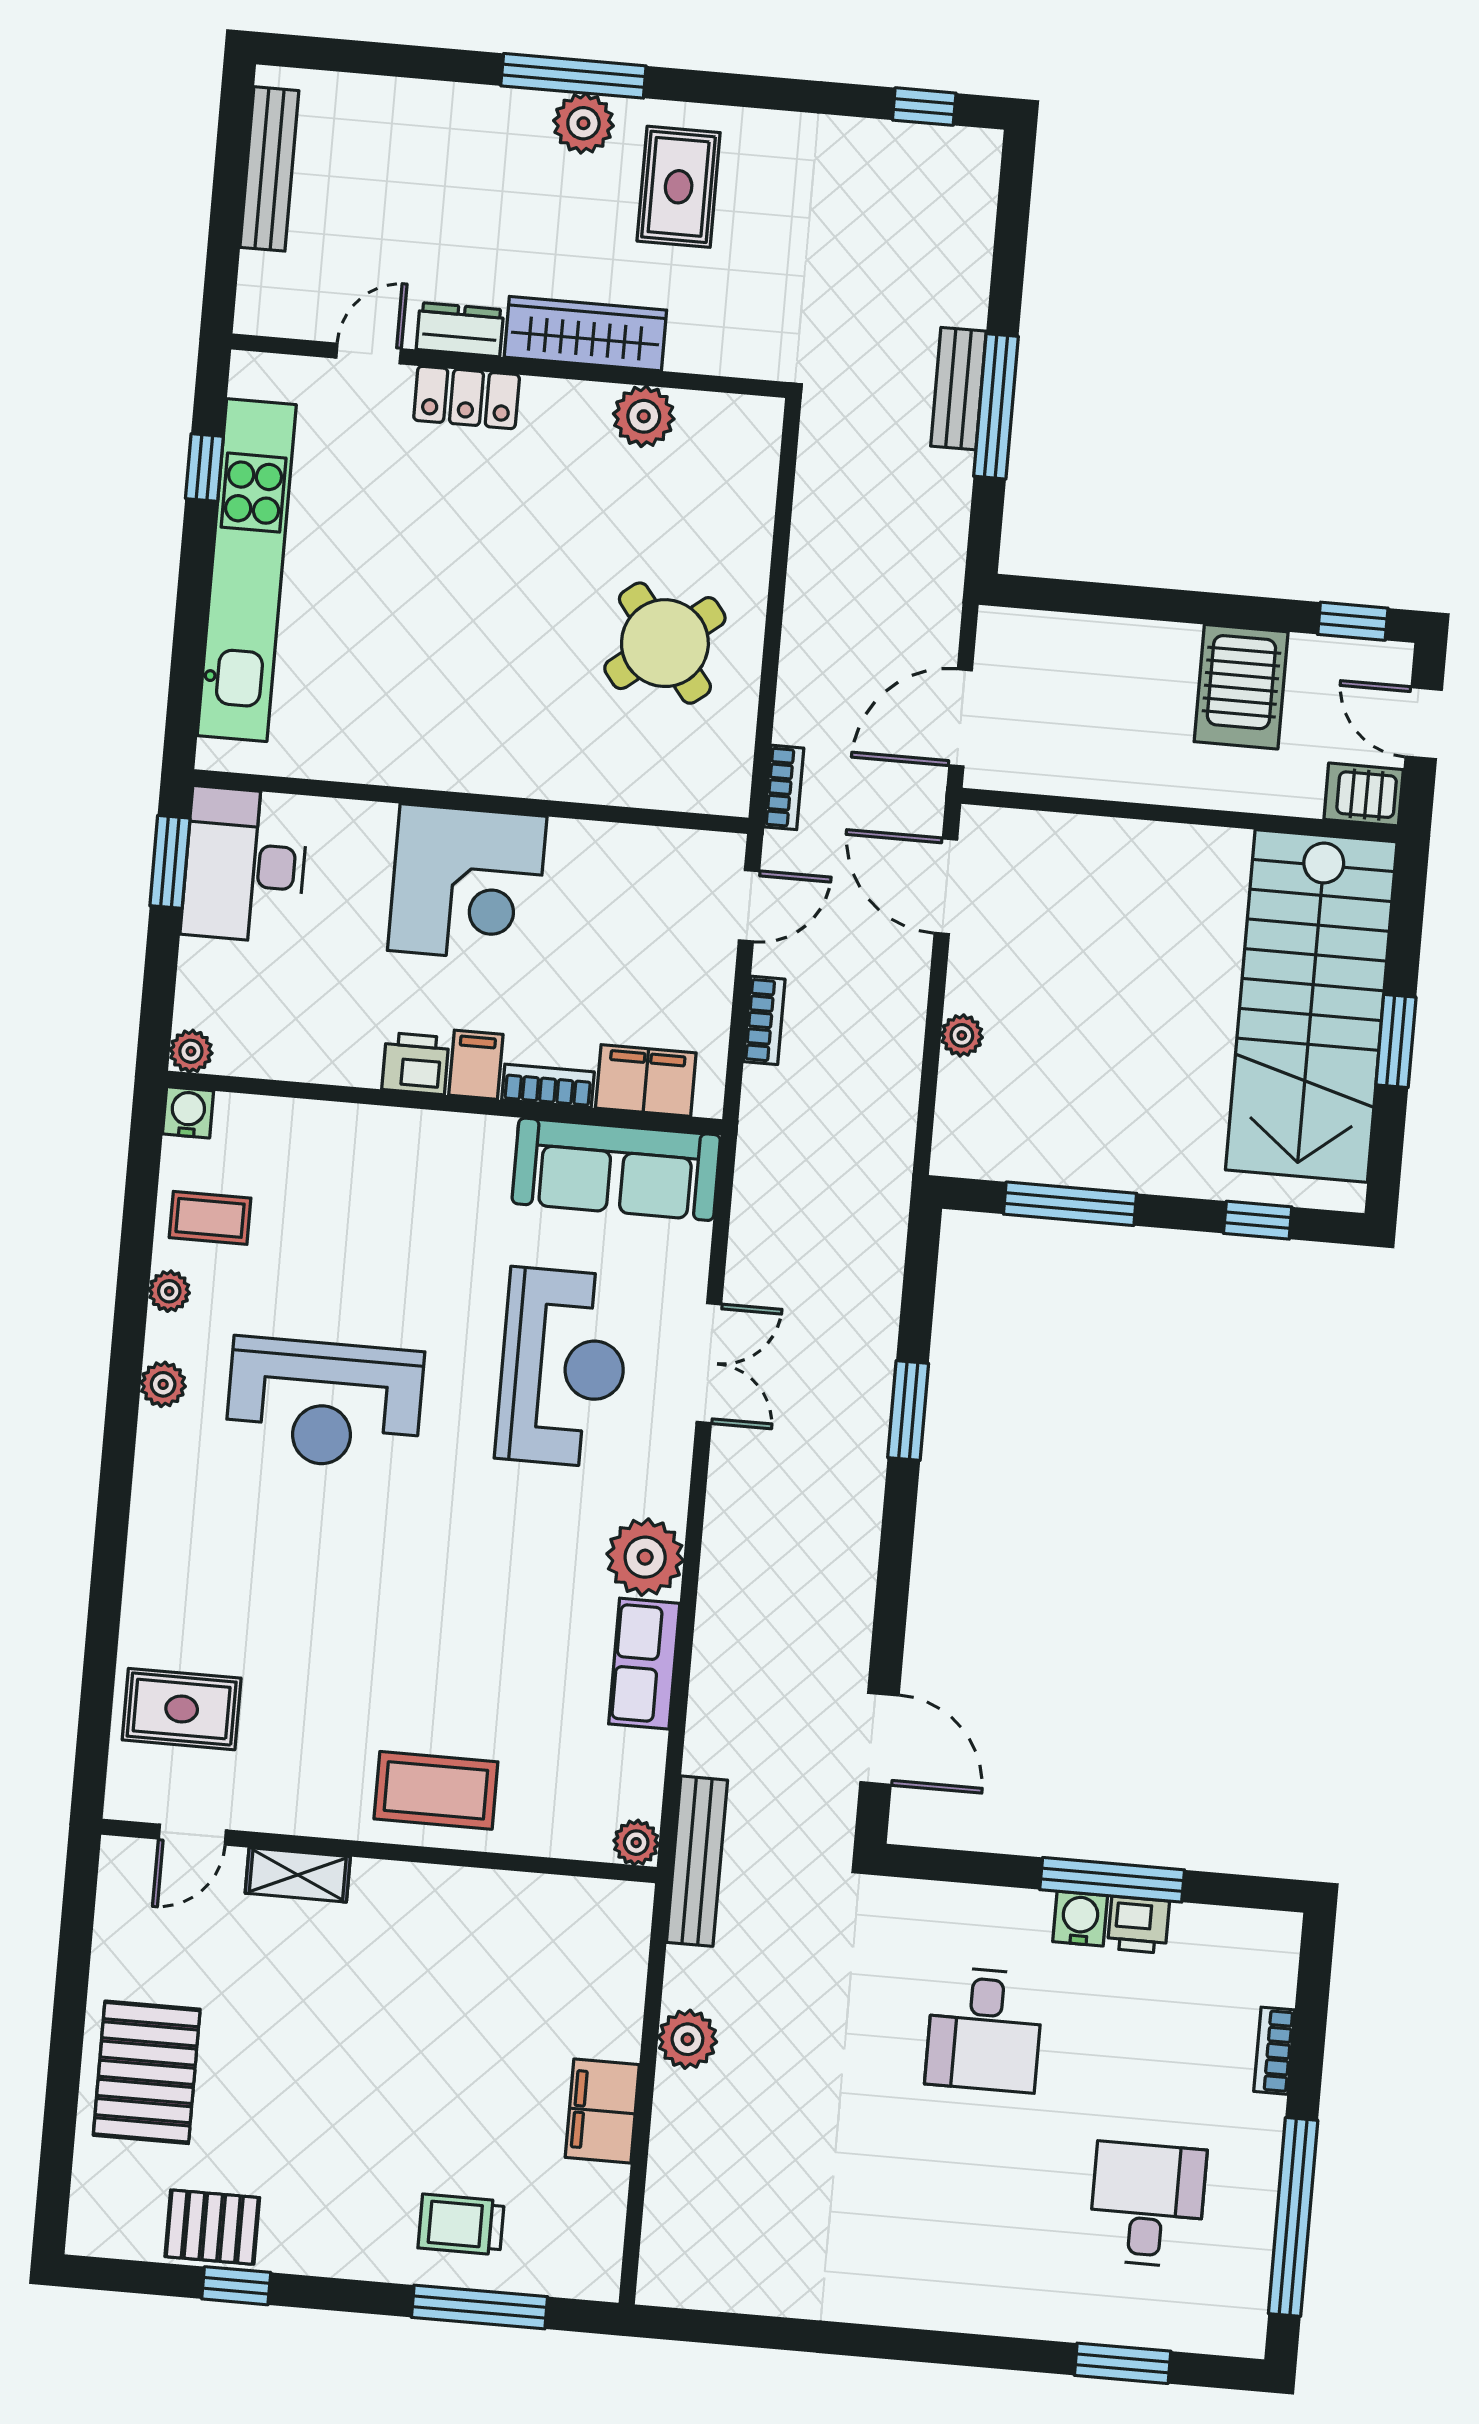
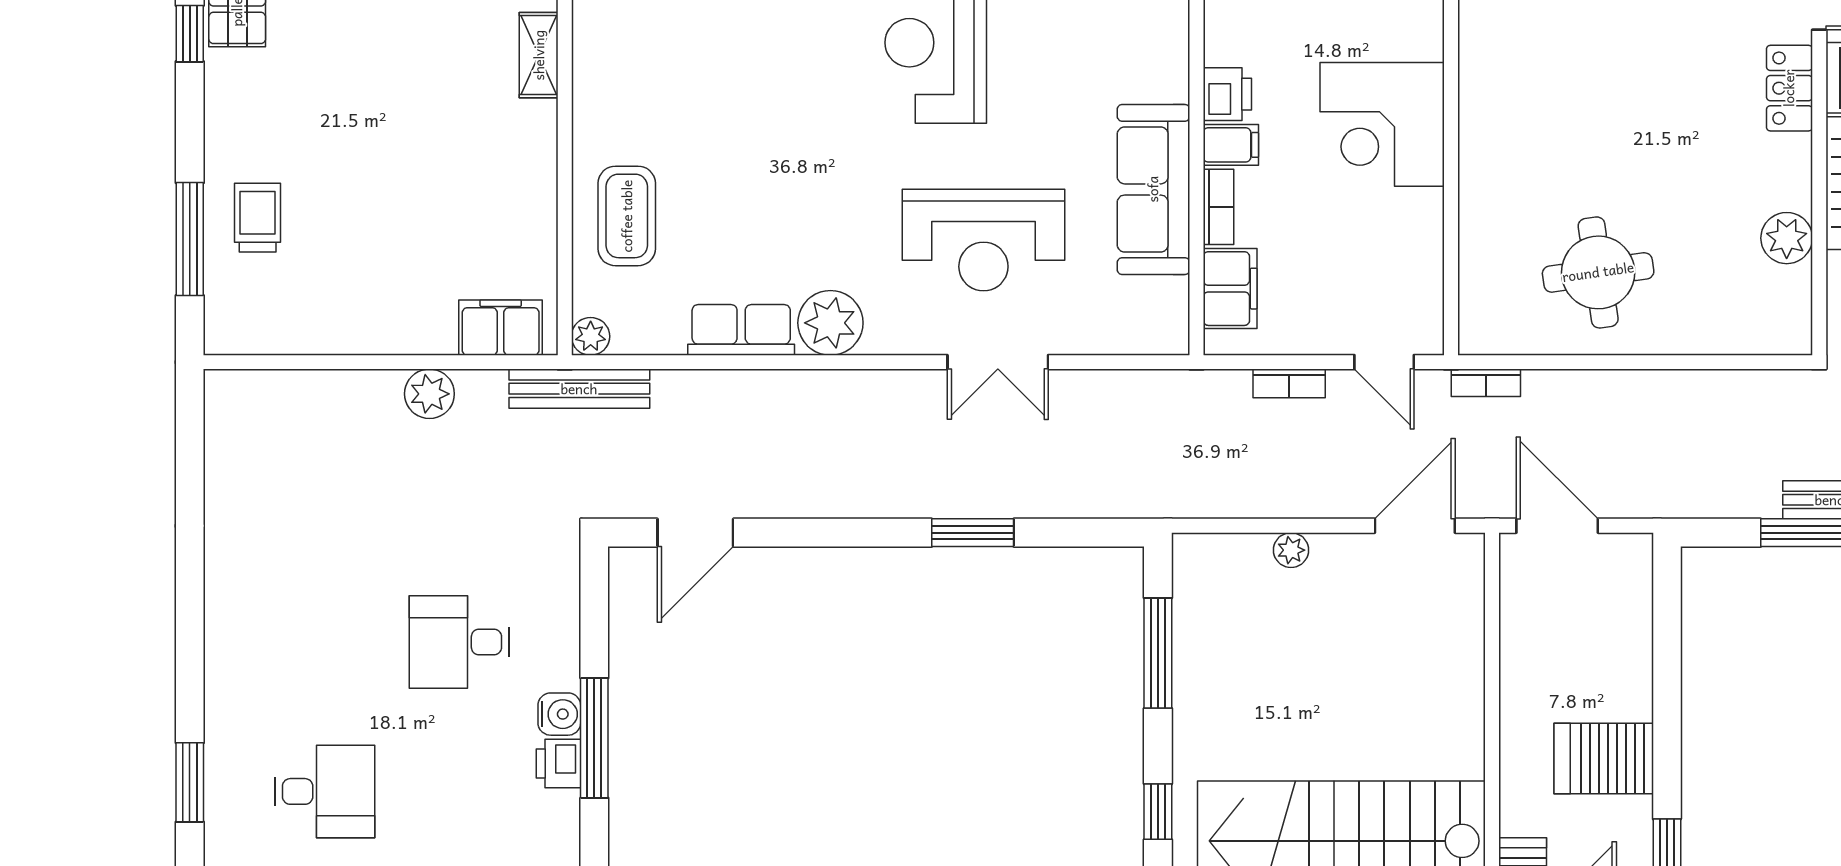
round table: (665, 643) -> (1598, 272), turned 30
sofa: (616, 1169) -> (1153, 189), moved
coffee table: (436, 1790) -> (627, 216), moved
filing cabinet: (602, 2111) -> (501, 328), moved

